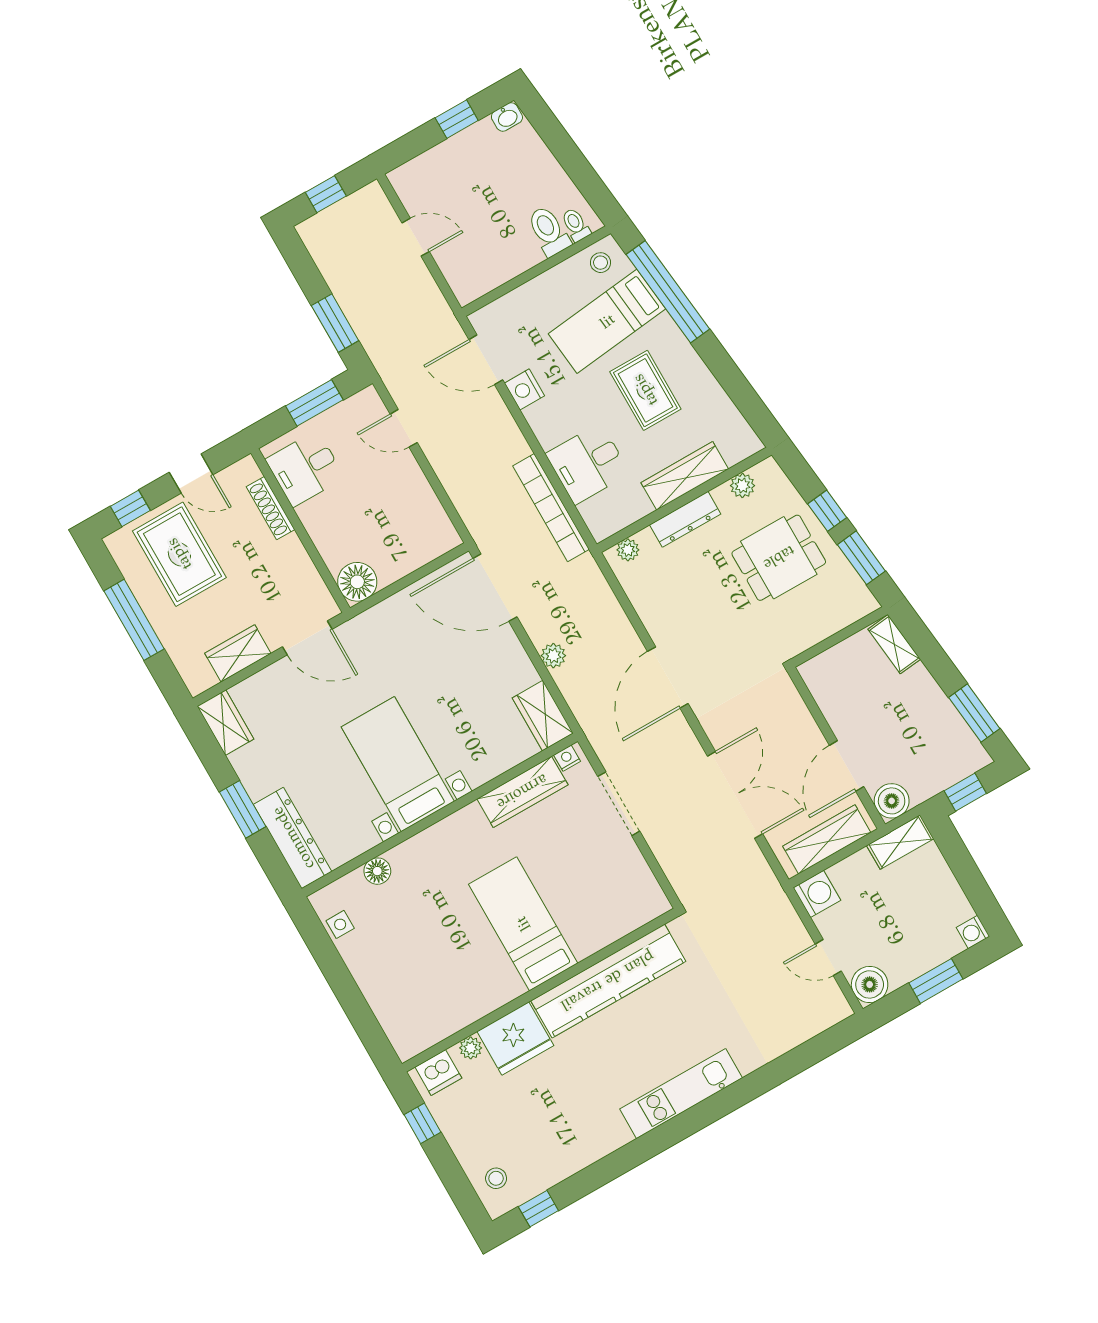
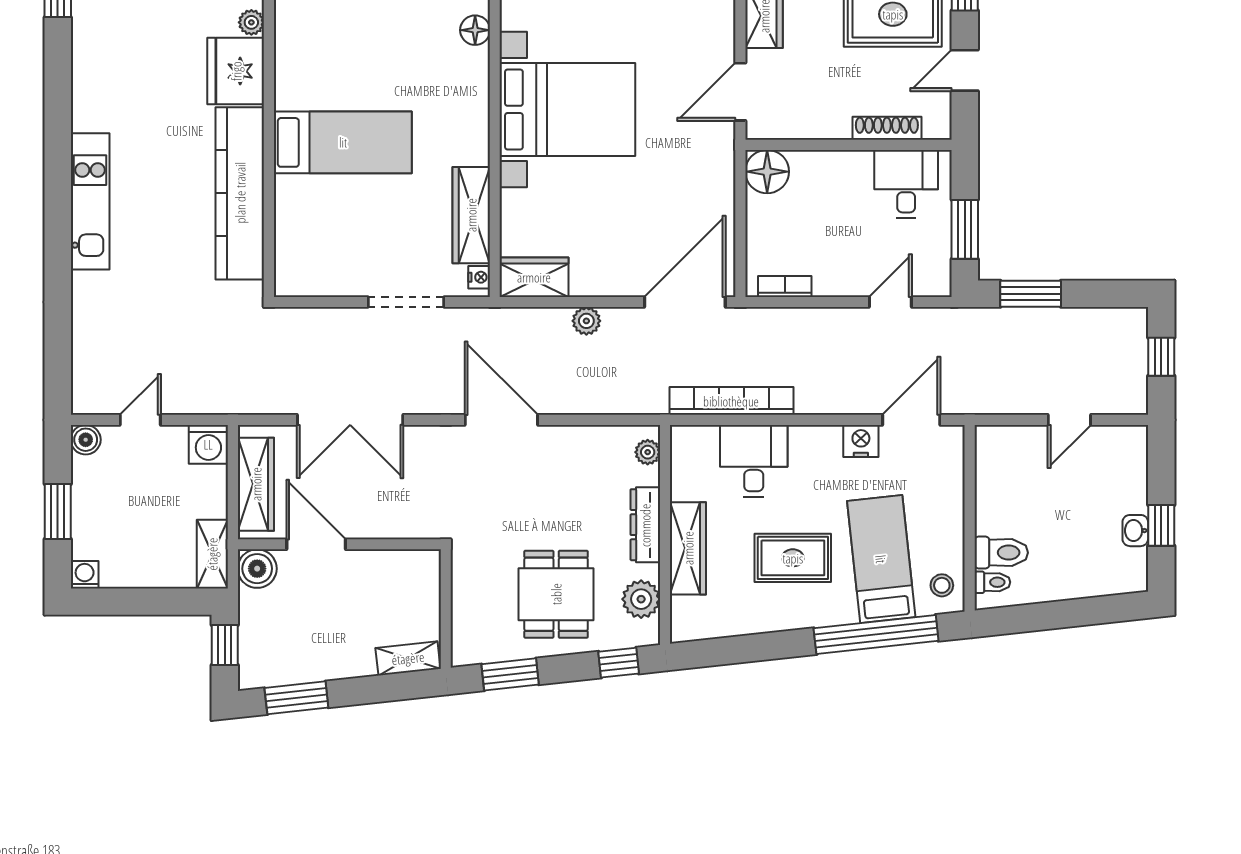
washbasin: (507, 117) -> (1135, 531), moved
plant: (742, 486) -> (641, 599), width x1.38, depth x1.38
window: (827, 511) -> (619, 663), moved
bookcase: (439, 517) -> (785, 286), added
bed with nightstands: (398, 764) -> (567, 109), width x1.36
boiler: (870, 984) -> (86, 440), width x0.73, depth x0.73

